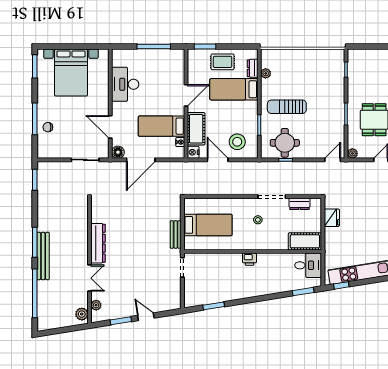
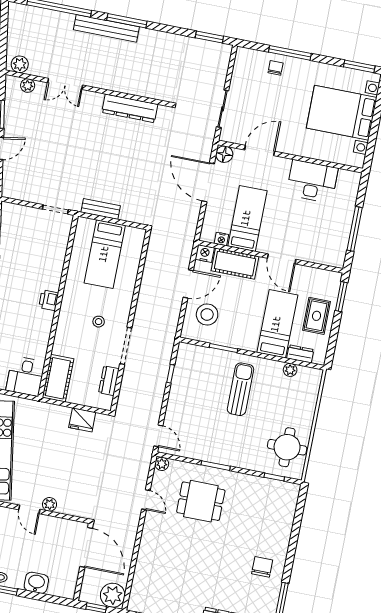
round table: (285, 143) -> (287, 447), moved
dresser: (98, 243) -> (130, 108), moved

